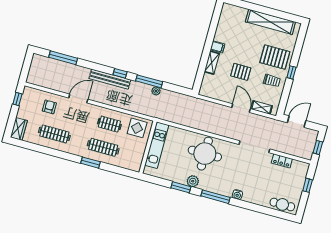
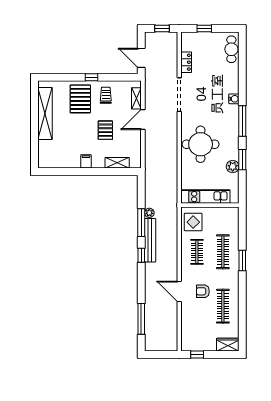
shelving: (212, 63) -> (117, 163), moved
bench: (110, 79) -> (150, 240), moved
armchair: (49, 107) -> (203, 291), moved
plant: (193, 181) -> (233, 167), moved

